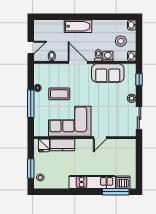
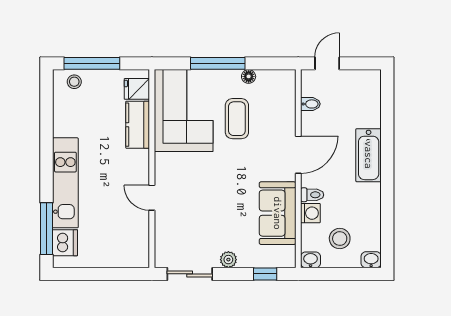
door: (31, 48) -> (327, 63), swing flipped
corner sofa: (70, 121) -> (184, 111), moved
window: (31, 168) -> (92, 63), width x1.44

